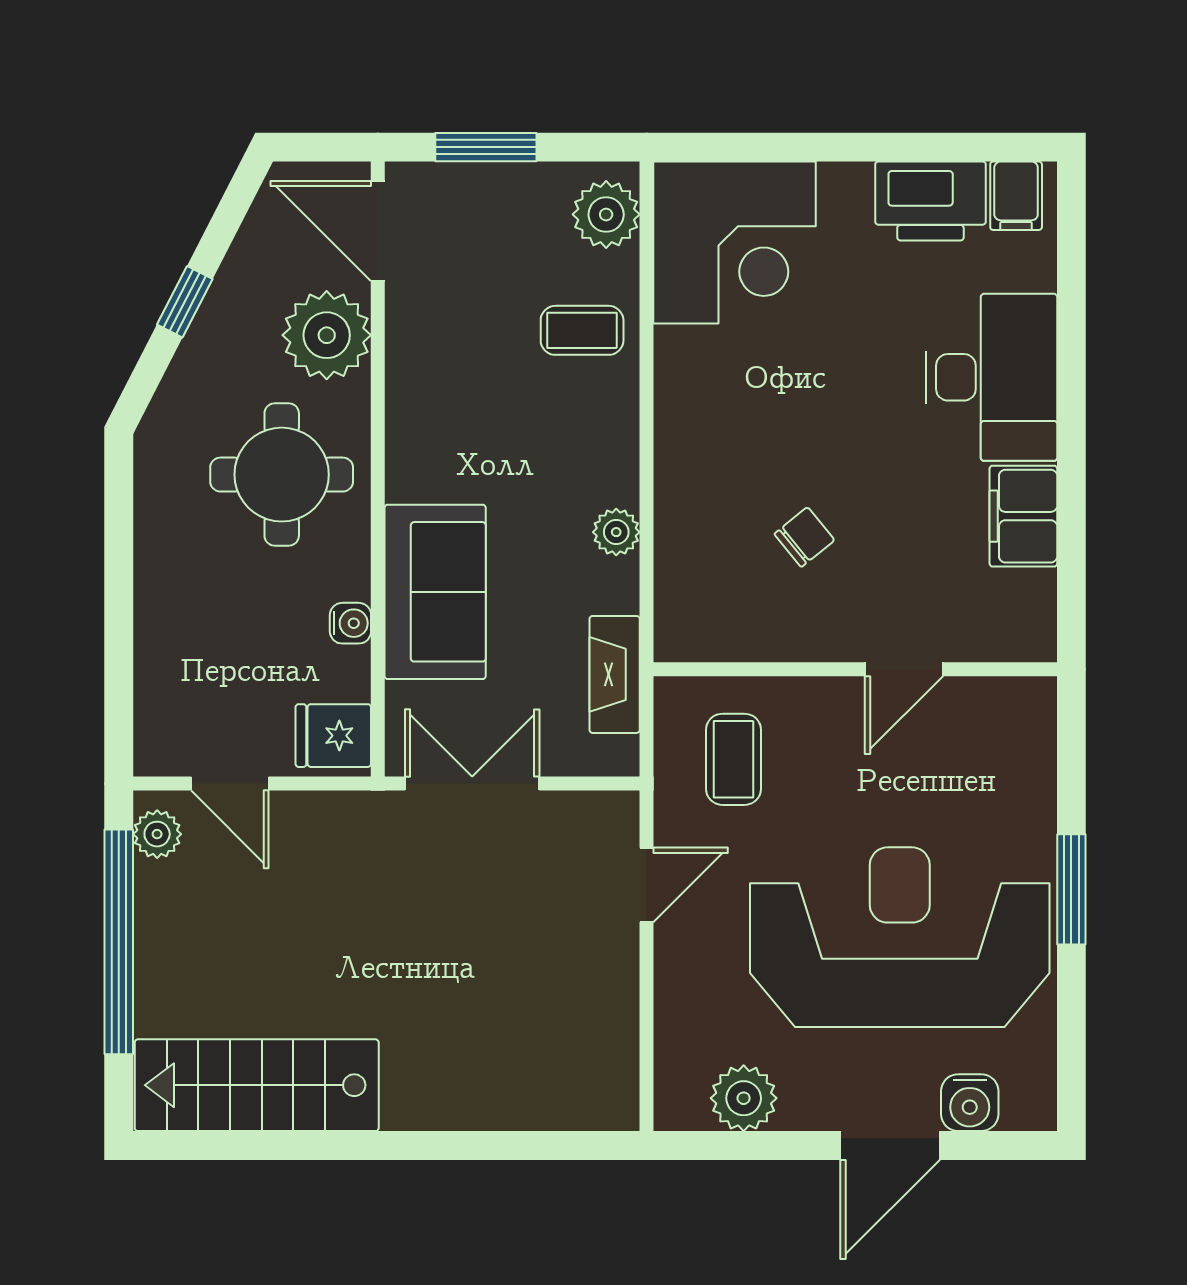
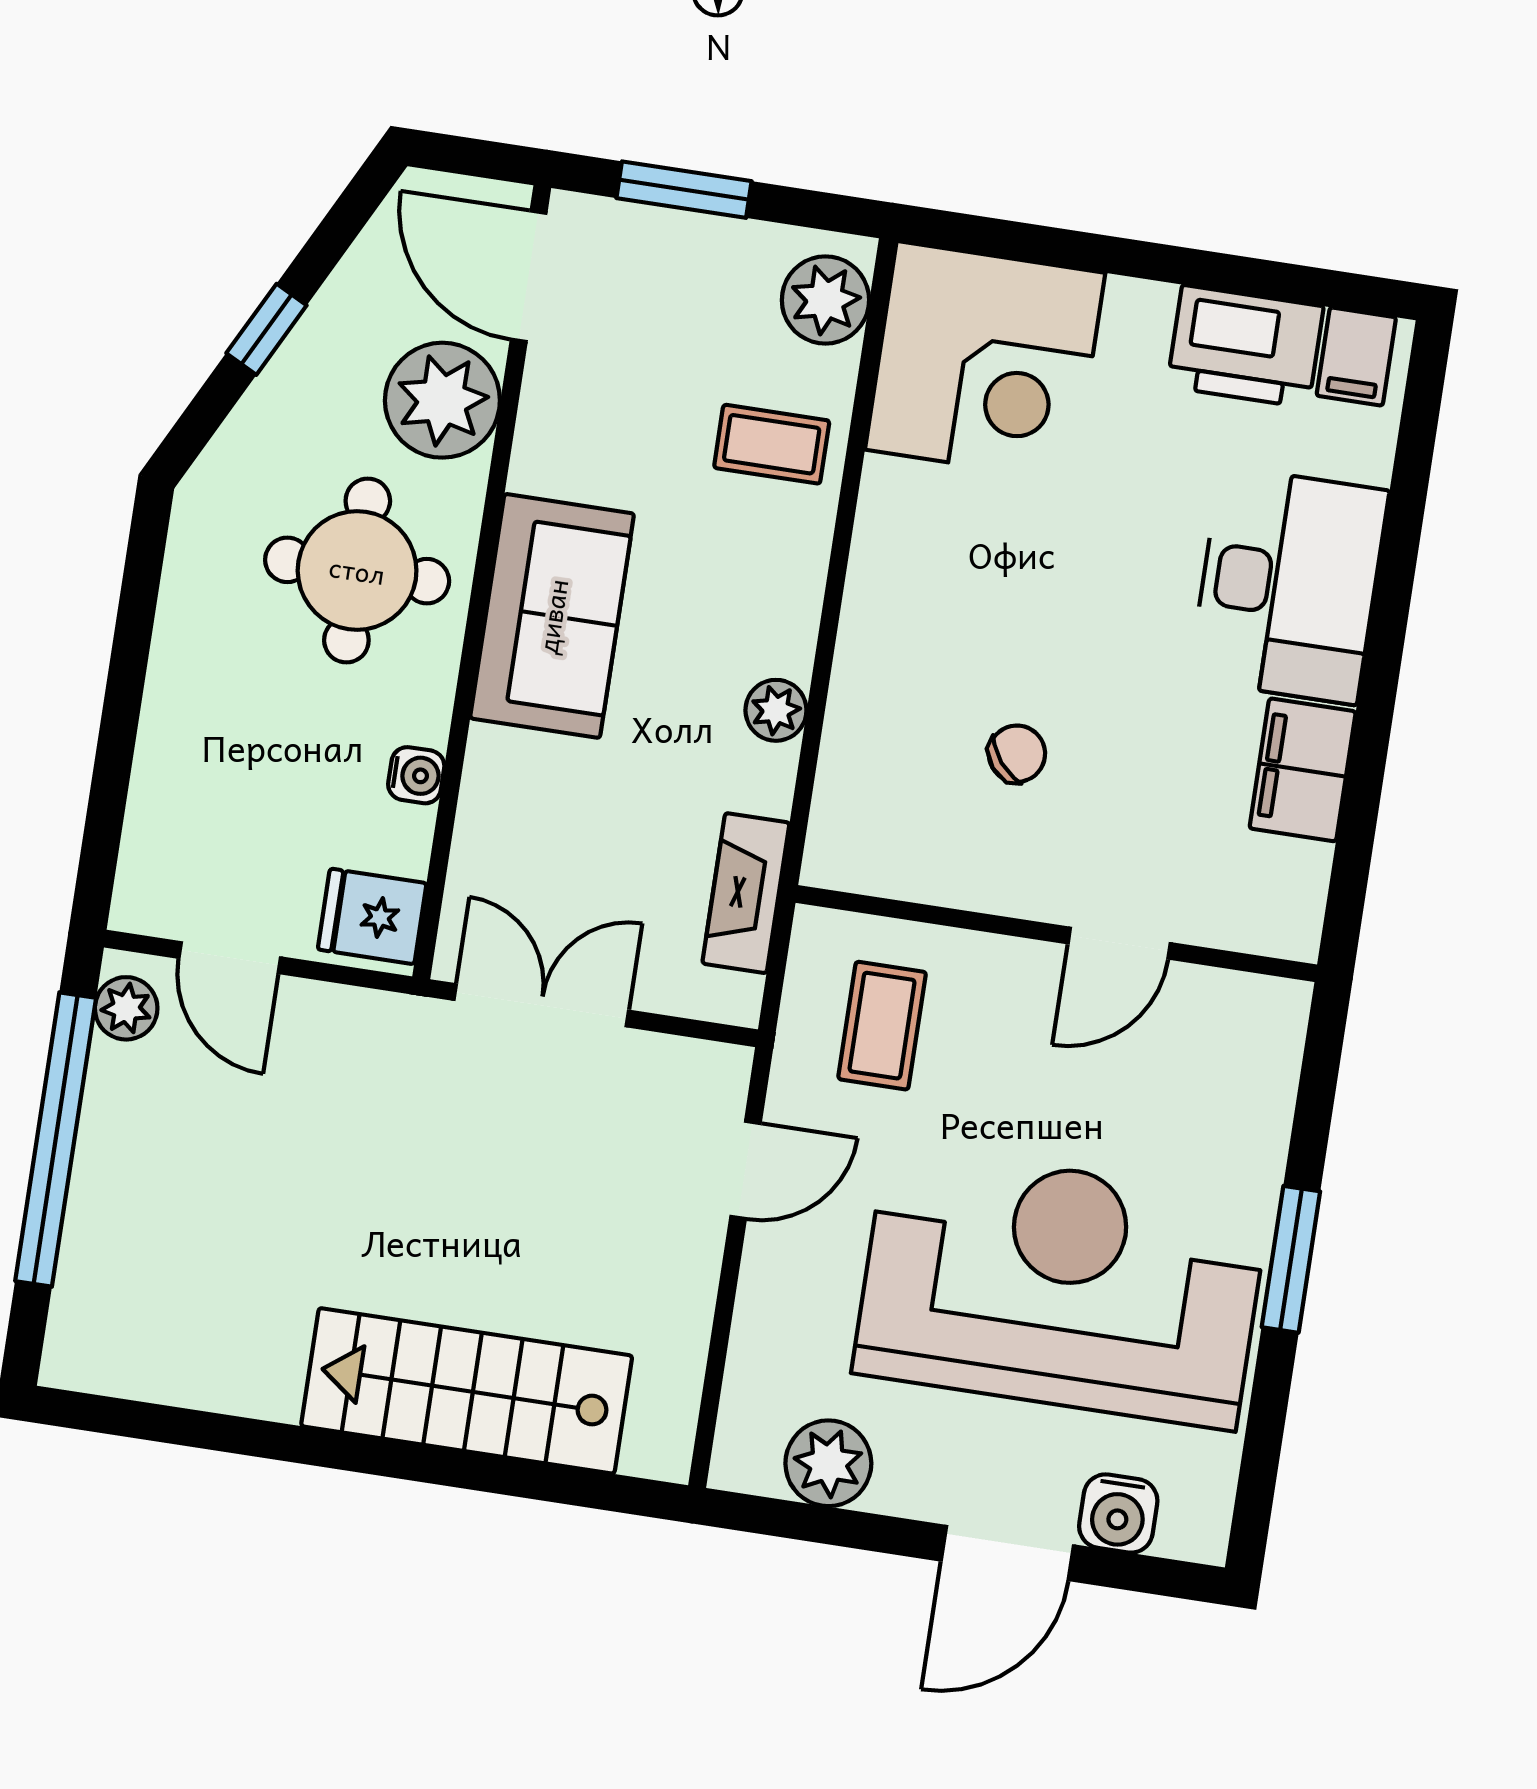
sofa: (435, 592) -> (552, 616), moved
stairs: (257, 1085) -> (467, 1391), moved

